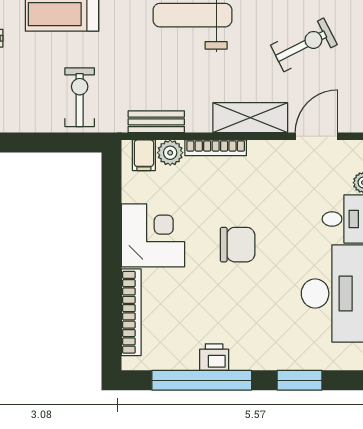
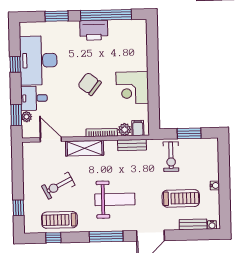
door: (317, 136) -> (51, 140), swing flipped
window: (43, 142) -> (189, 133), added
chair: (238, 245) -> (89, 84), turned 38
bookcase: (131, 312) -> (142, 49), removed
printer: (214, 357) -> (94, 30), width x1.87, depth x1.48

